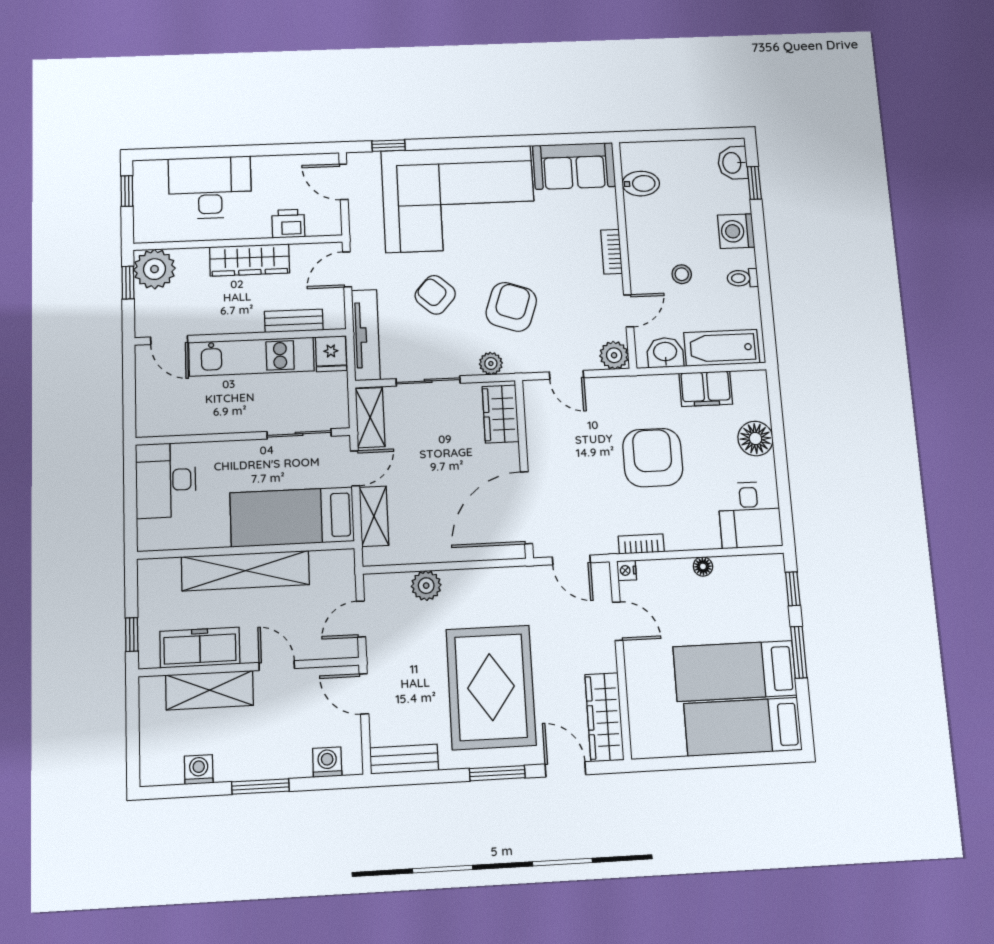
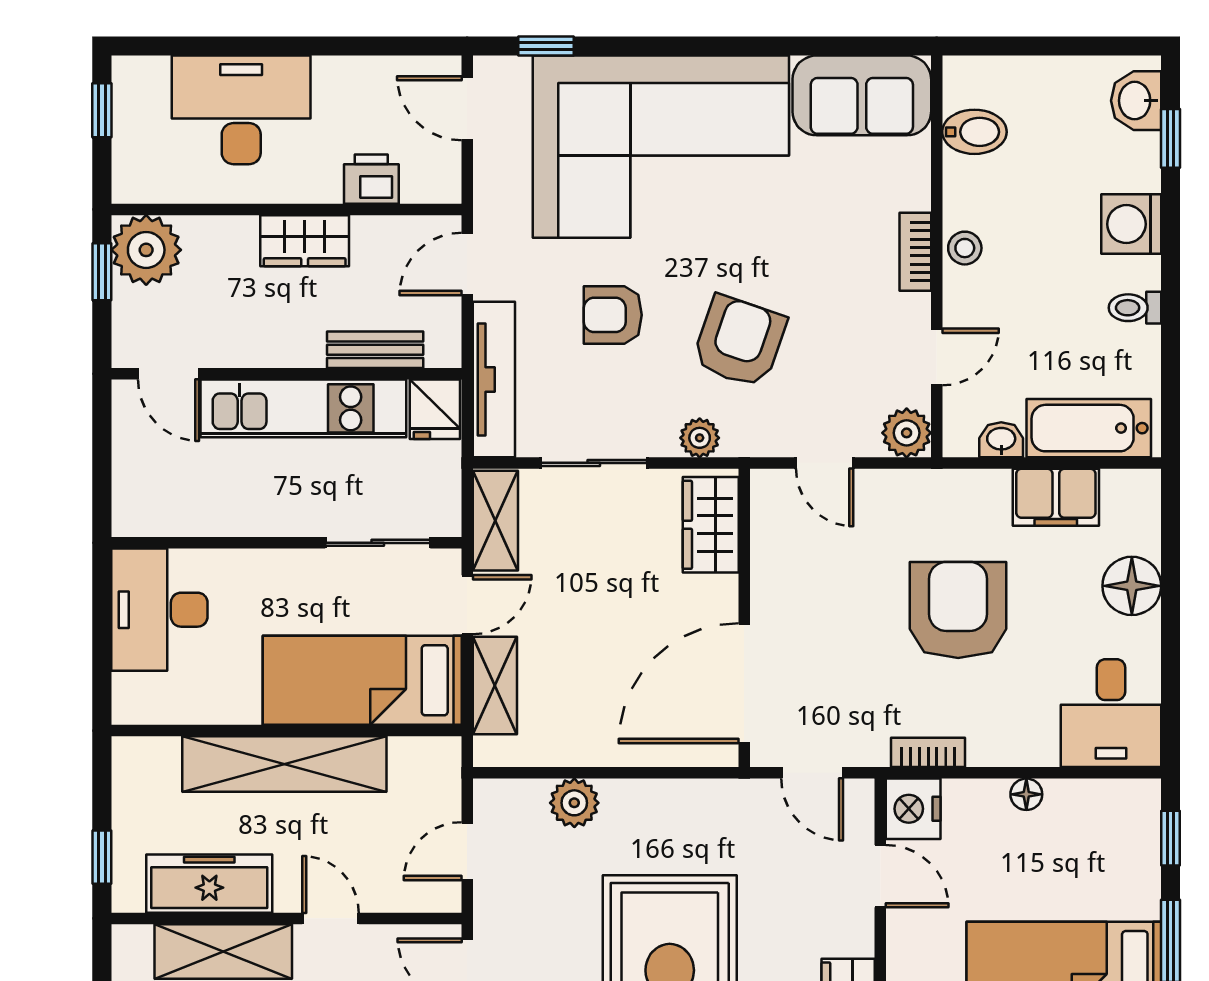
wardrobe: (250, 260) -> (305, 241), width x0.67
stool: (682, 274) -> (965, 248), moved
armchair: (435, 295) -> (613, 315), turned -42
washbasin: (665, 352) -> (1001, 440), width x0.72, depth x0.69
nightstand: (627, 570) -> (913, 809), width x1.89, depth x1.79

